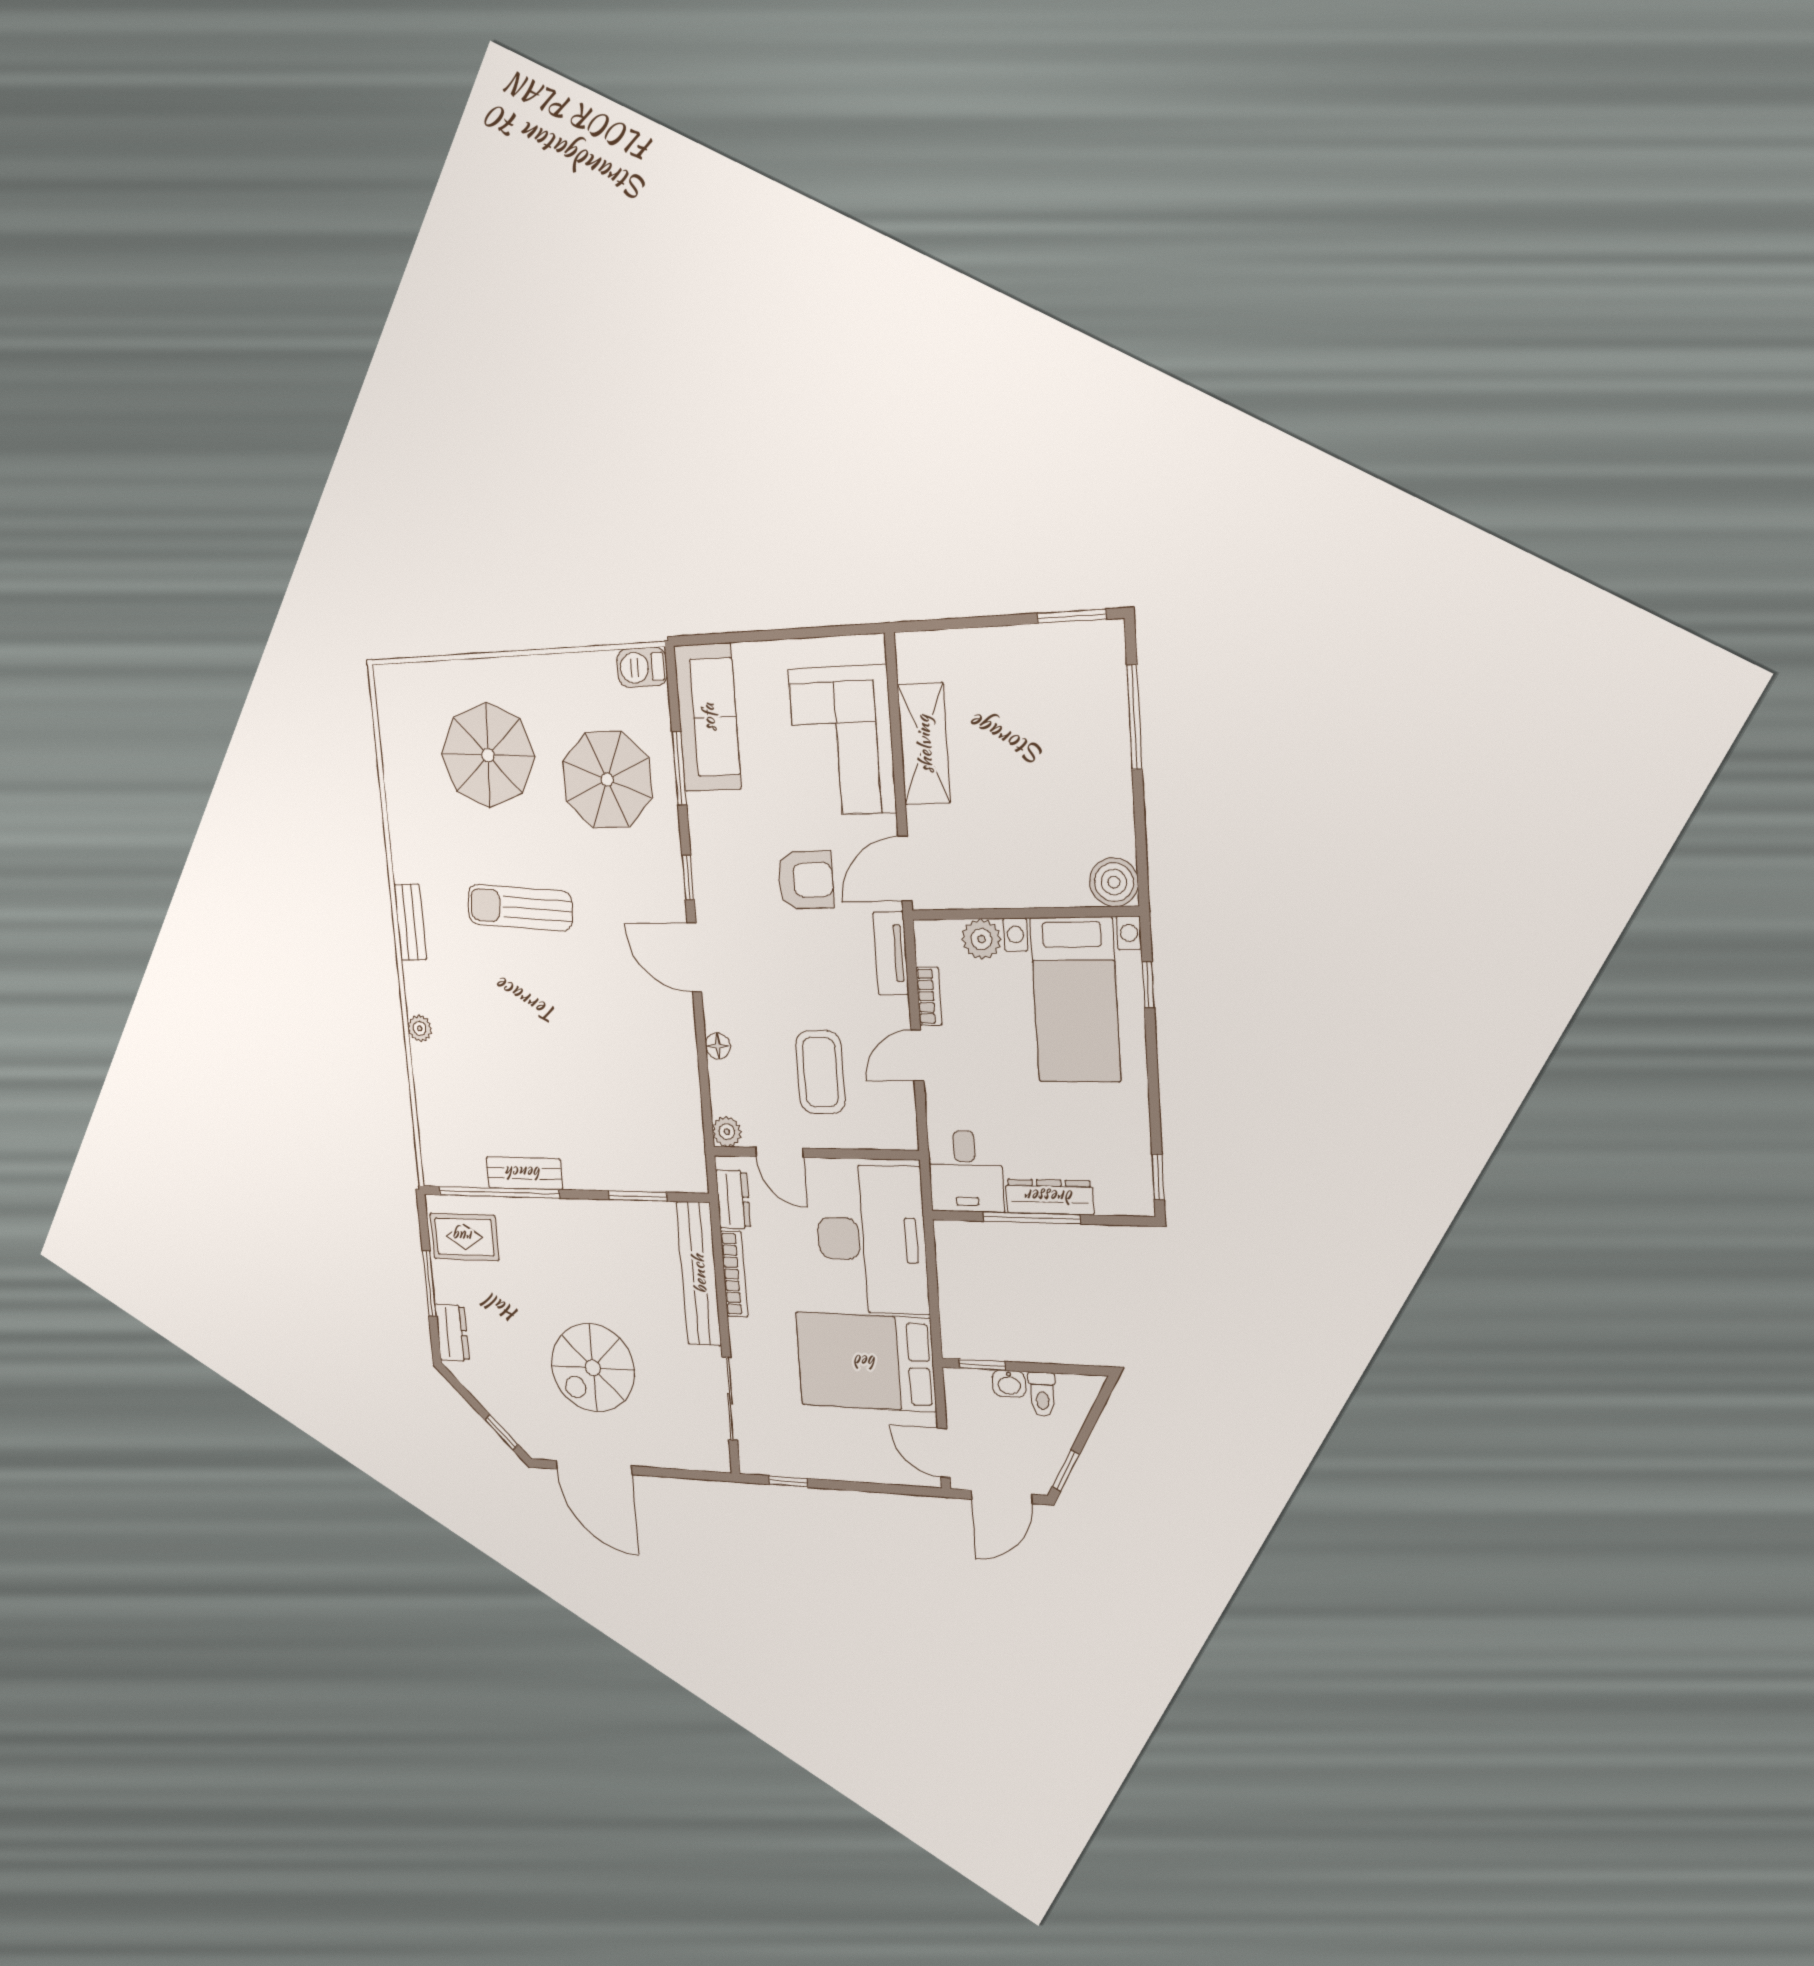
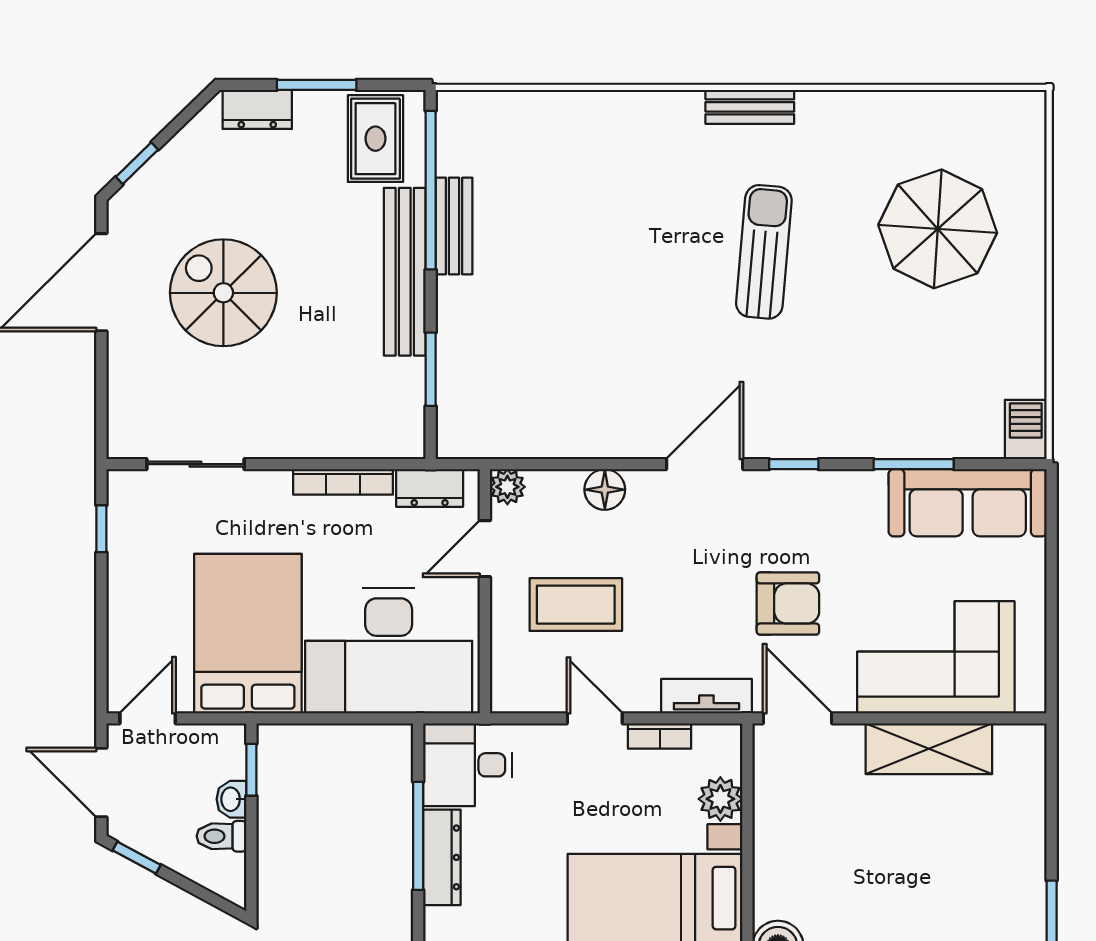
parasol: (607, 780) -> (905, 376), removed
armchair: (805, 880) -> (788, 603), turned -90
plant: (420, 1028) -> (625, 106), removed
floor lamp: (718, 1046) -> (605, 490), width x1.37, depth x1.37
bench: (699, 1274) -> (405, 272), moved, turned 90

